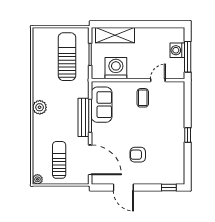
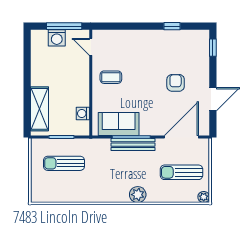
sun lounger: (67, 57) -> (64, 163), width x0.73, depth x0.75
washing machine: (116, 68) -> (83, 114), width x0.53, depth x0.53
door: (158, 80) -> (91, 47), moved
plant: (40, 107) -> (138, 195), moved
window: (188, 135) -> (172, 26), moved
armchair: (138, 155) -> (176, 83), turned 180

